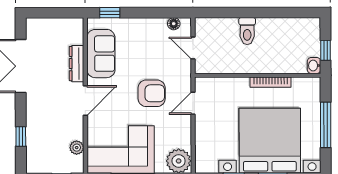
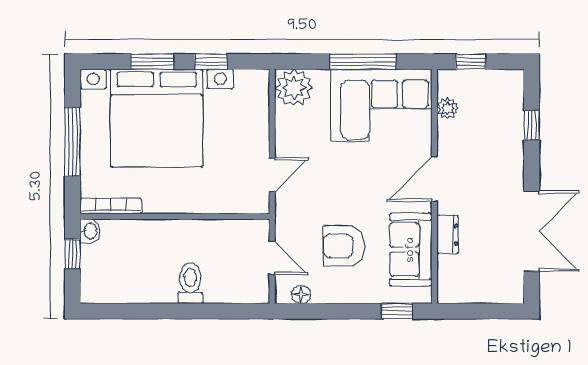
dresser: (76, 64) -> (448, 235), width x0.70
bookcase: (270, 82) -> (111, 206), moved
armchair: (152, 93) -> (344, 246), moved

